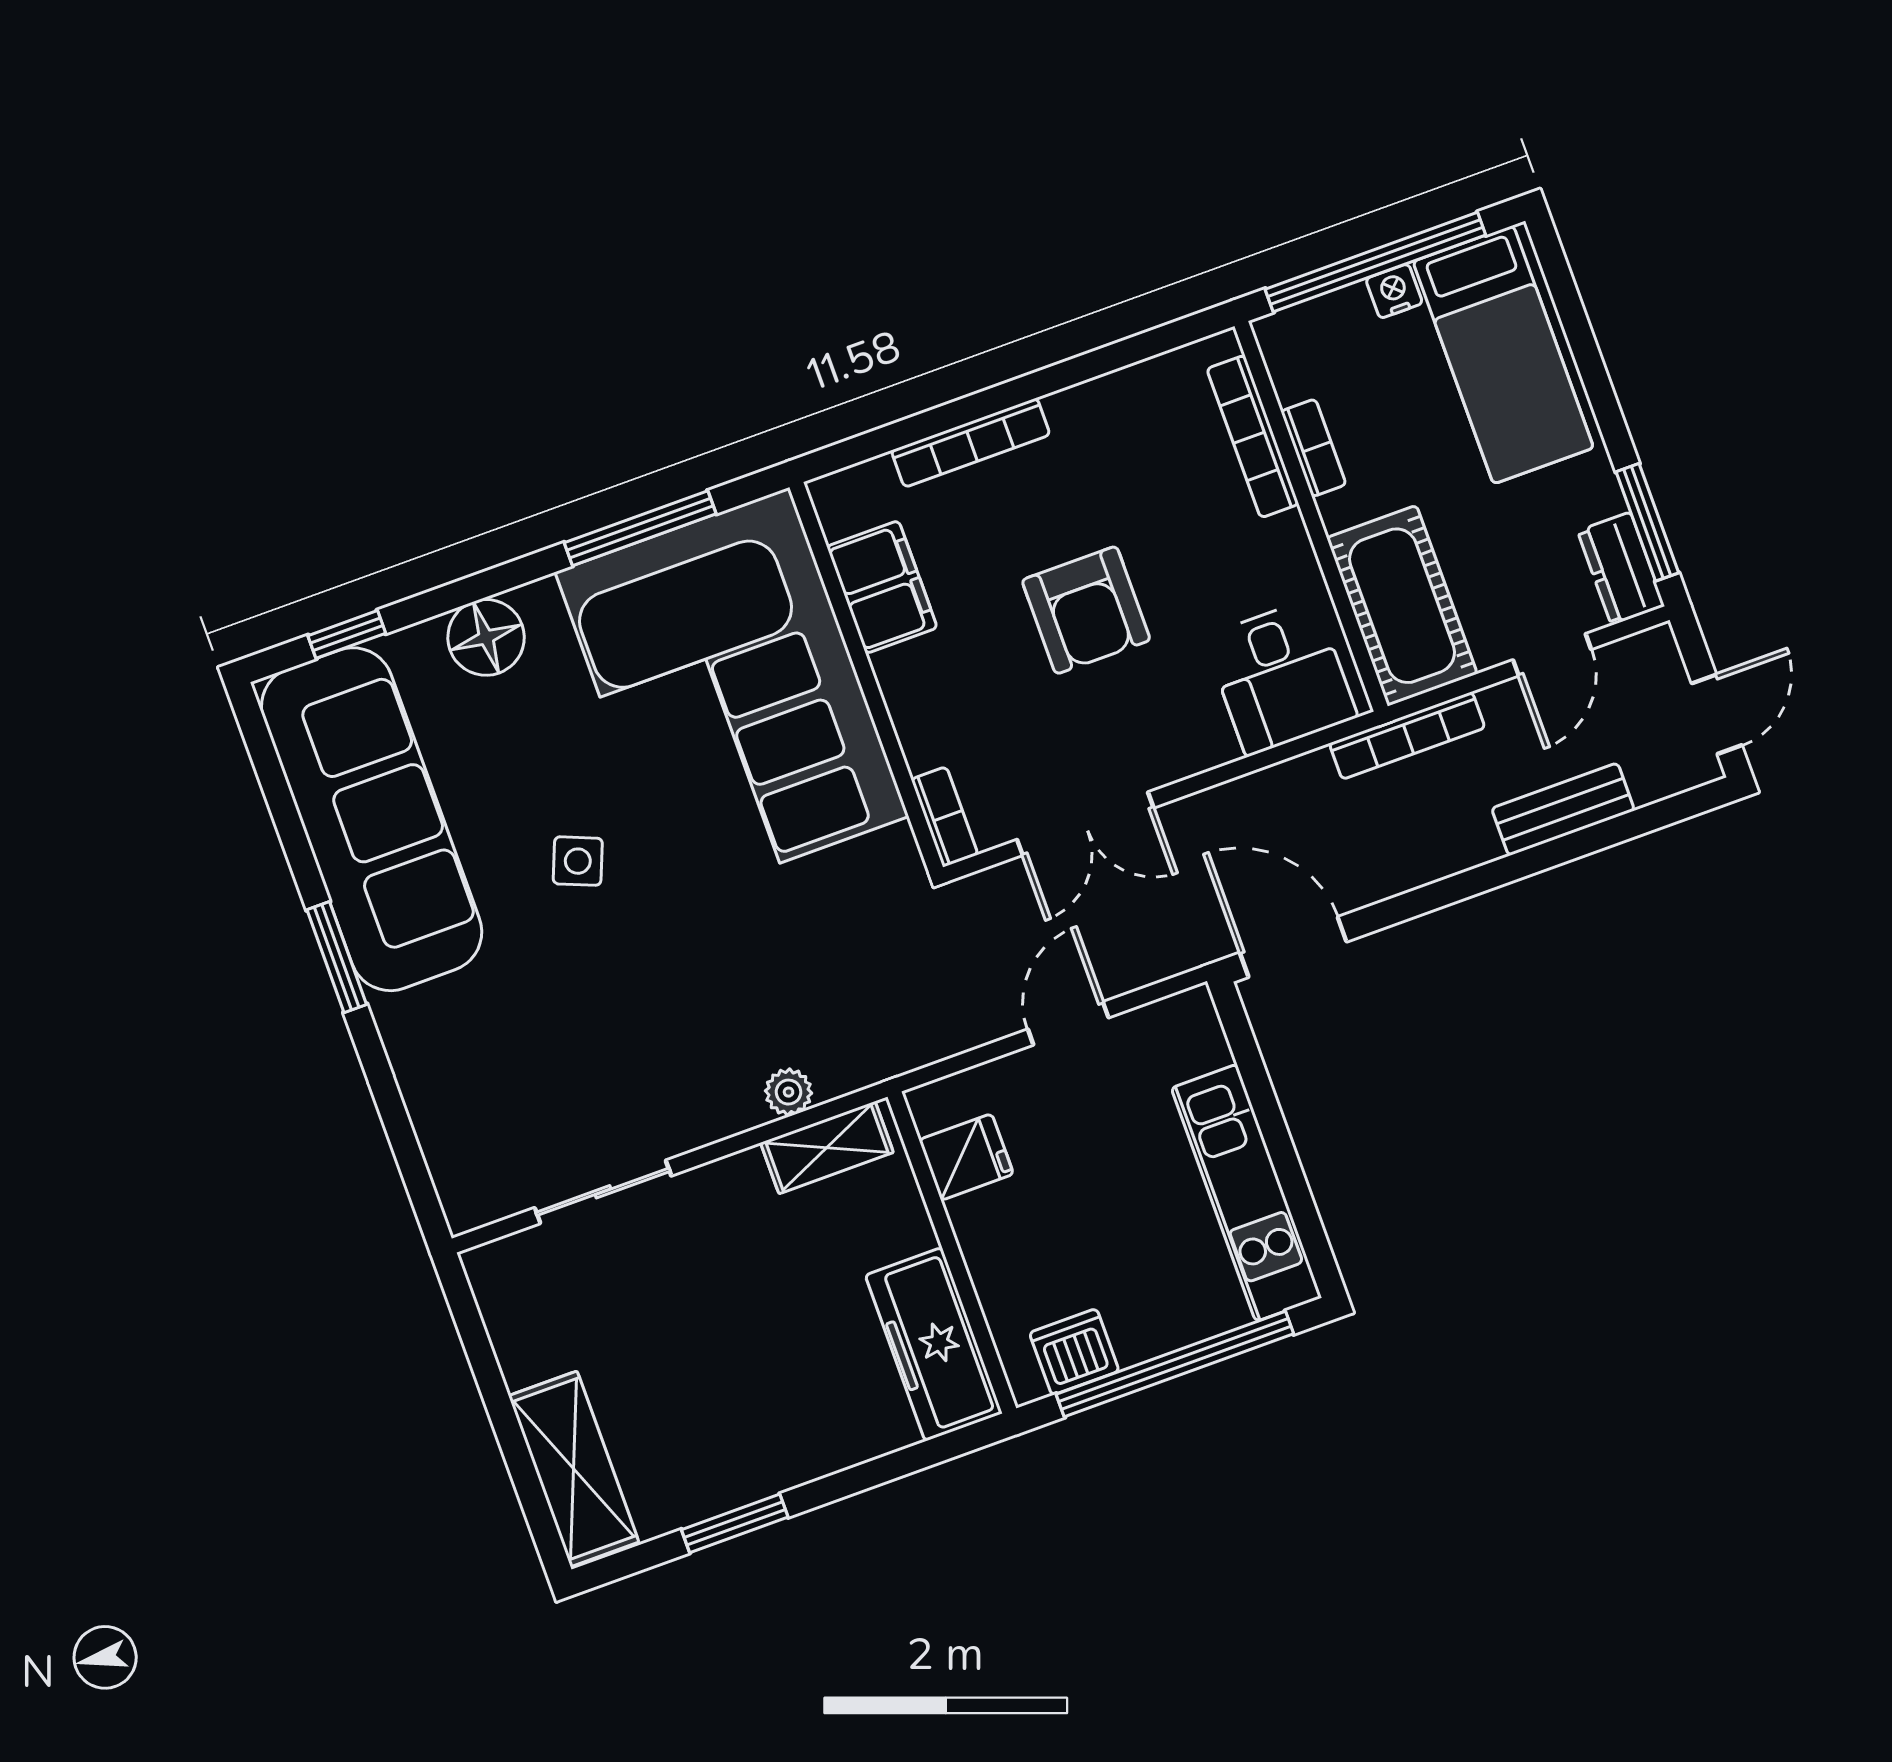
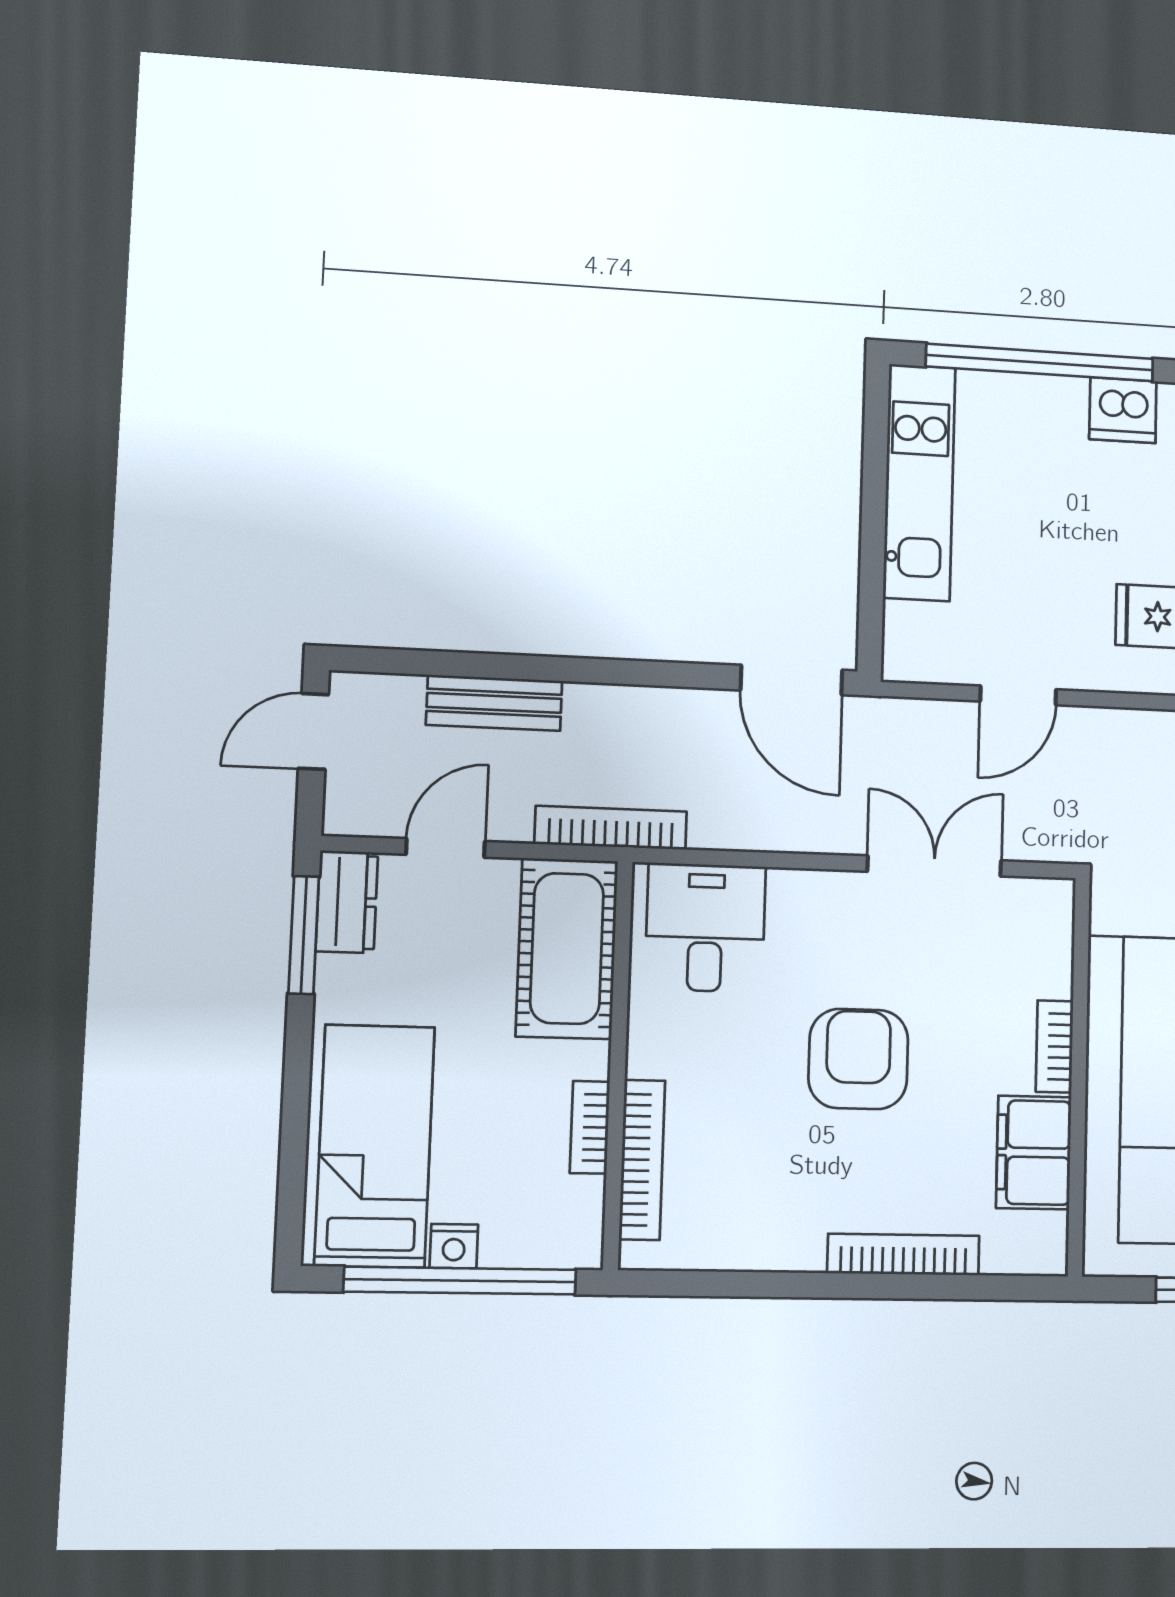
bookcase: (945, 817) -> (1054, 1046), moved

